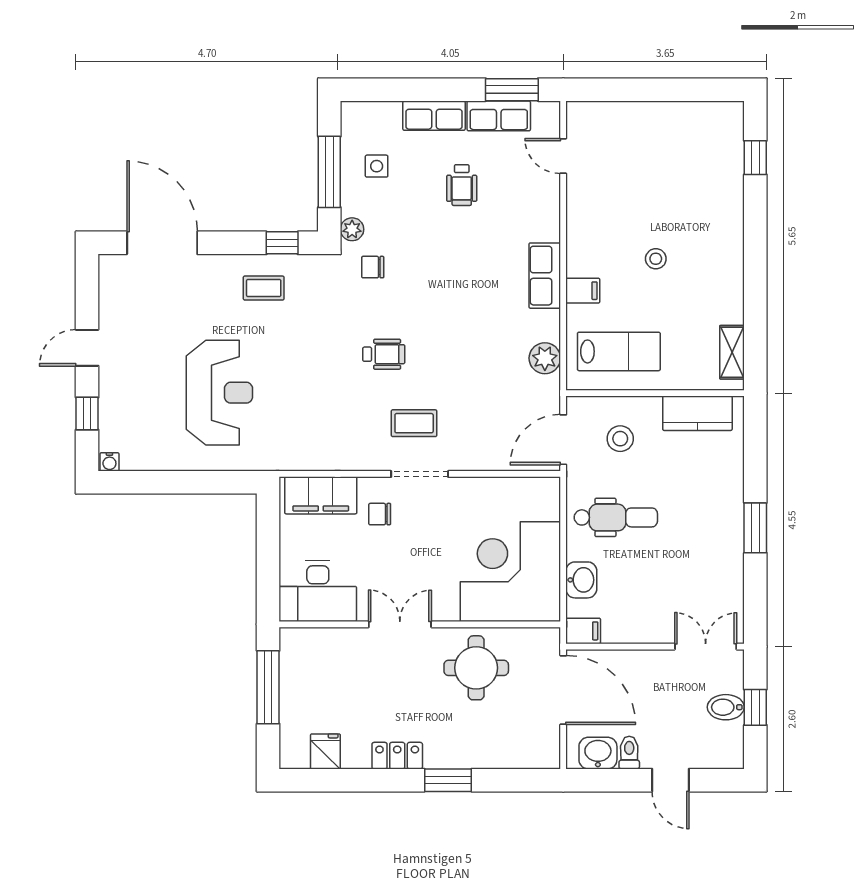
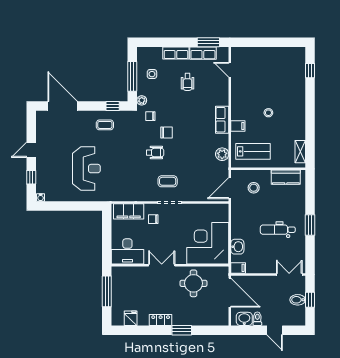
chair: (411, 306) -> (166, 133), added
dental chair: (616, 517) -> (278, 230), moved, turned 180

